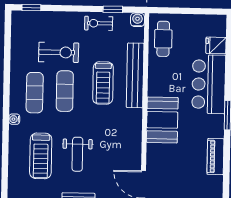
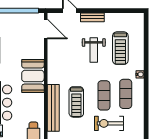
treadmill: (103, 83) -> (76, 102), turned 180
weight bench: (77, 154) -> (94, 50), turned 180
treadmill: (41, 156) -> (120, 48), turned 180

